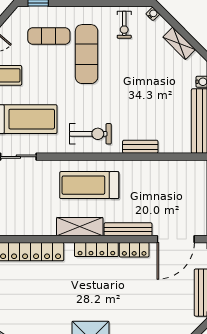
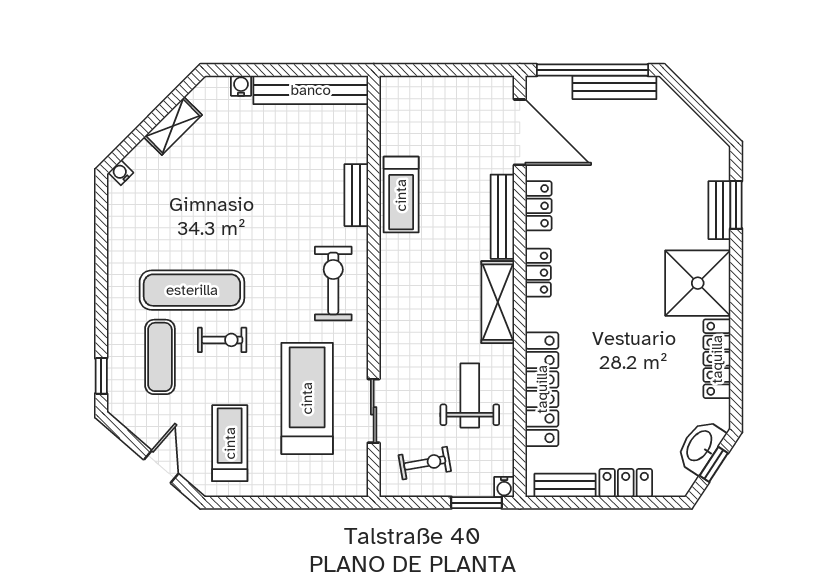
exercise bike: (124, 25) -> (222, 340), moved
treadmill: (89, 185) -> (401, 195), moved, width x0.73, depth x0.73
weight bench: (27, 211) -> (470, 395), added
locker: (96, 250) -> (538, 273), width x0.66

